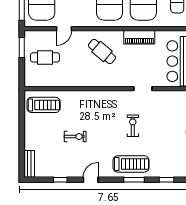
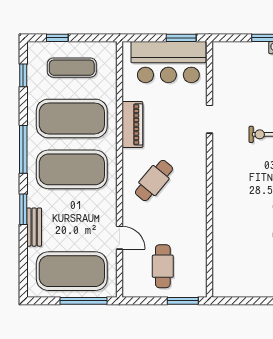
window: (22, 47) -> (183, 301), moved
treadmill: (44, 105) -> (234, 268), removed

